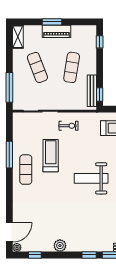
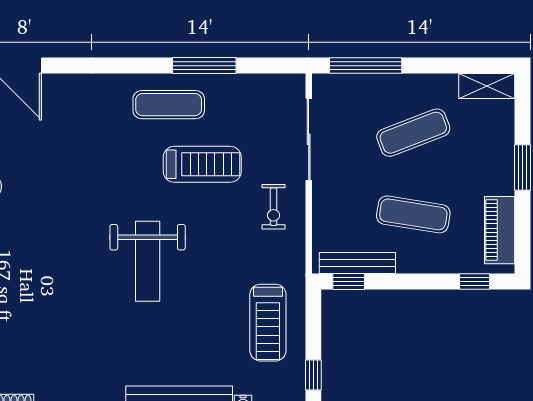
piano: (56, 31) -> (500, 230), moved
weight bench: (91, 178) -> (148, 261), turned 180

